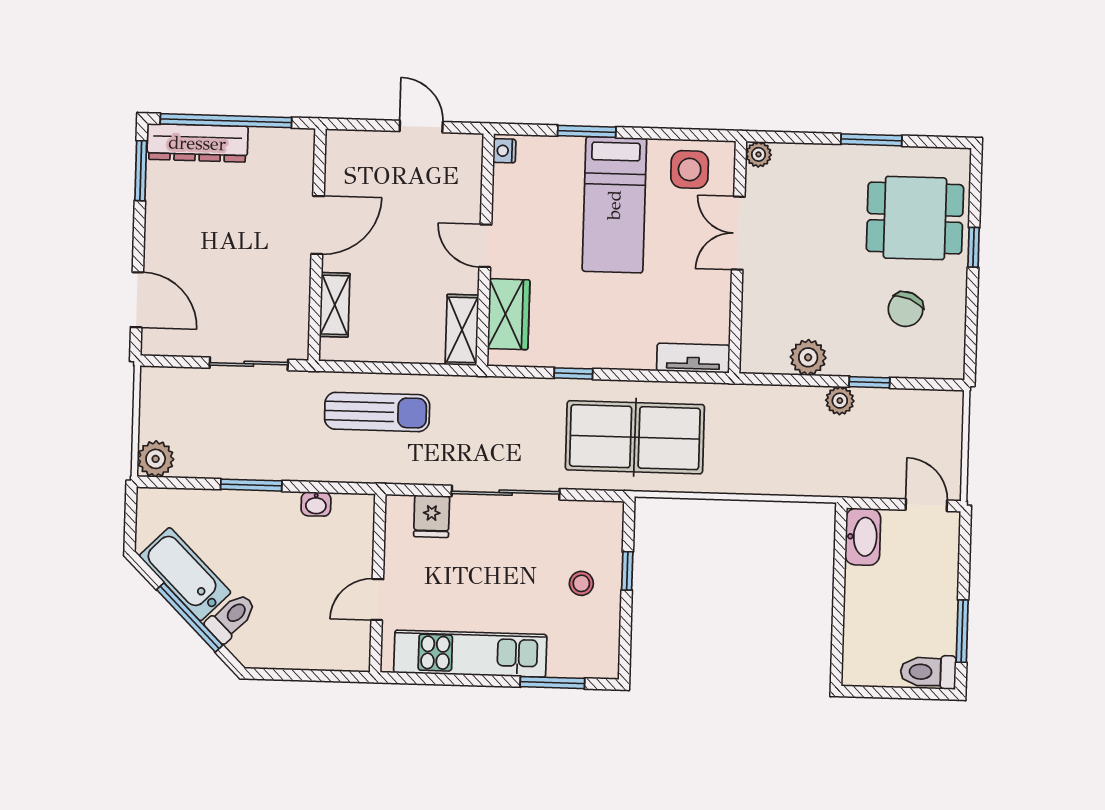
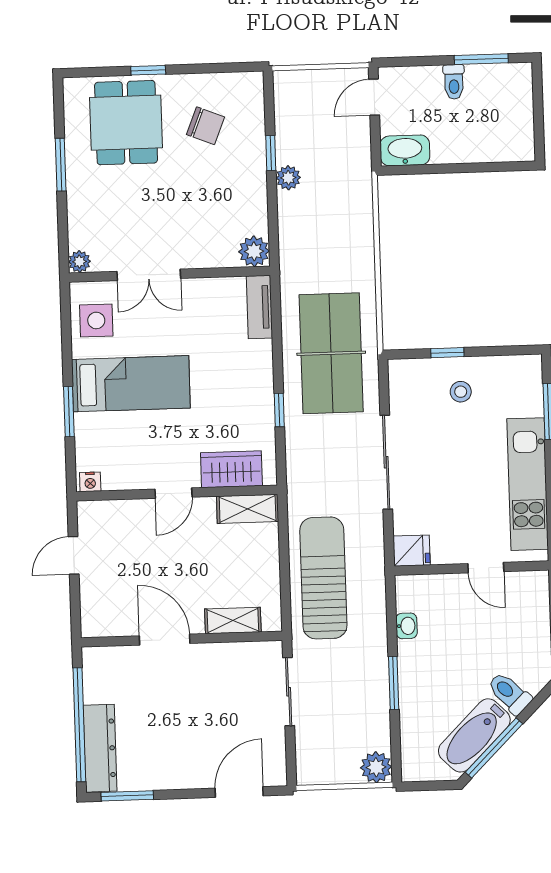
plant: (808, 357) -> (254, 251), moved
sun lounger: (377, 412) -> (323, 578), width x1.36, depth x1.34
fridge: (432, 516) -> (412, 551), moved
window: (190, 617) -> (494, 748), moved
toilet: (928, 672) -> (454, 82), moved, width x0.73, depth x0.72

